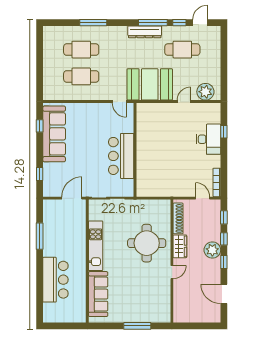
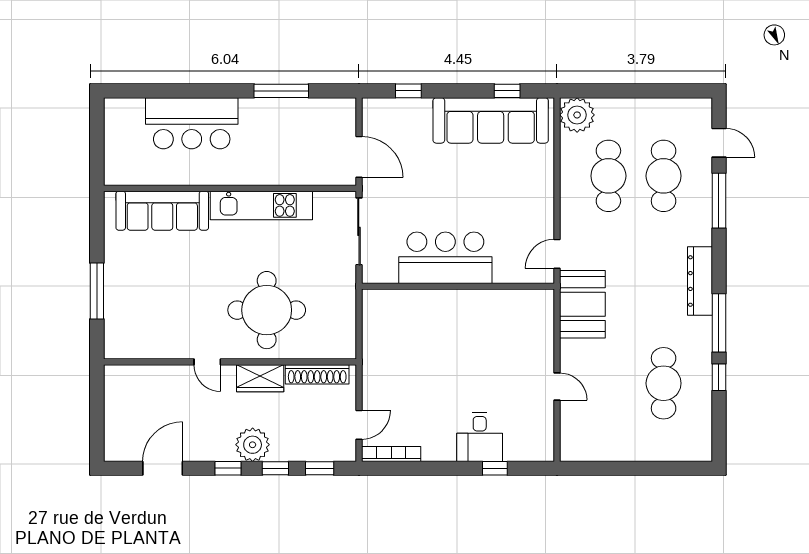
door: (200, 23) -> (719, 143), moved
dresser: (145, 32) -> (700, 281), moved
booth: (150, 84) -> (582, 304), width x0.73, depth x0.70
plant: (205, 92) -> (577, 115), moved
desk: (209, 139) -> (480, 437), width x0.73

